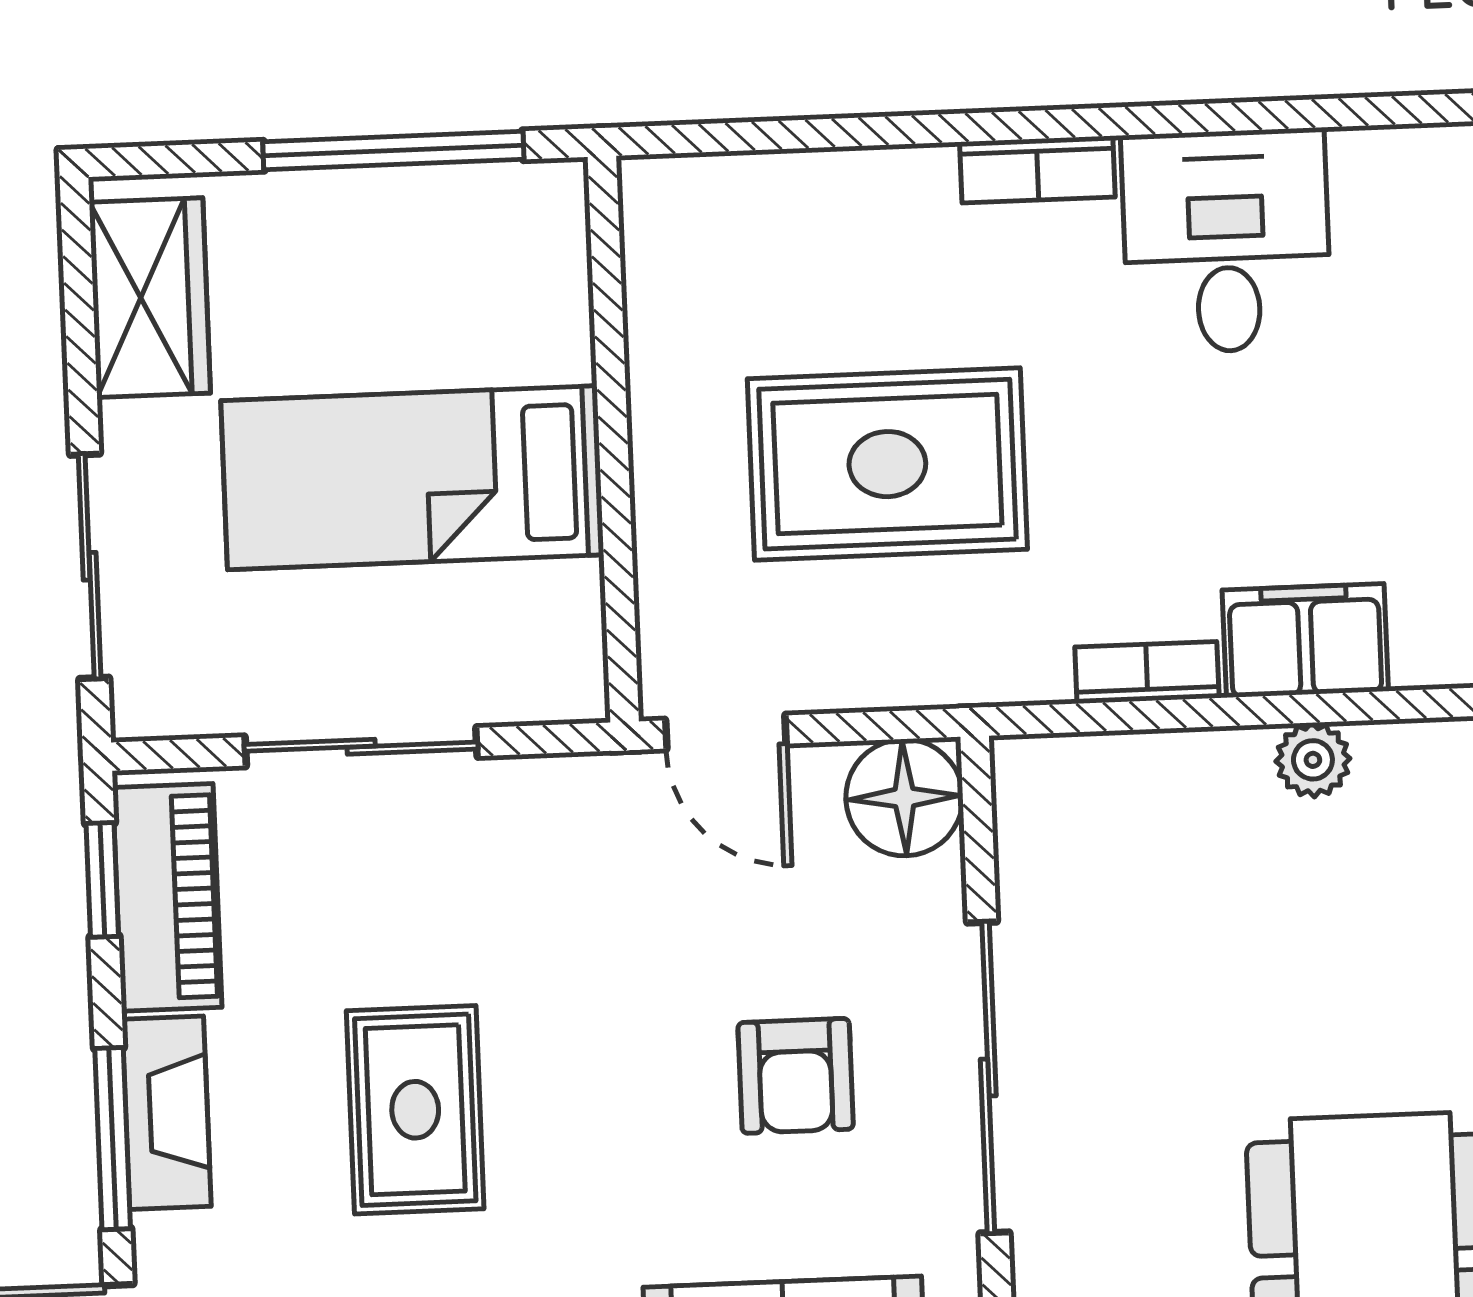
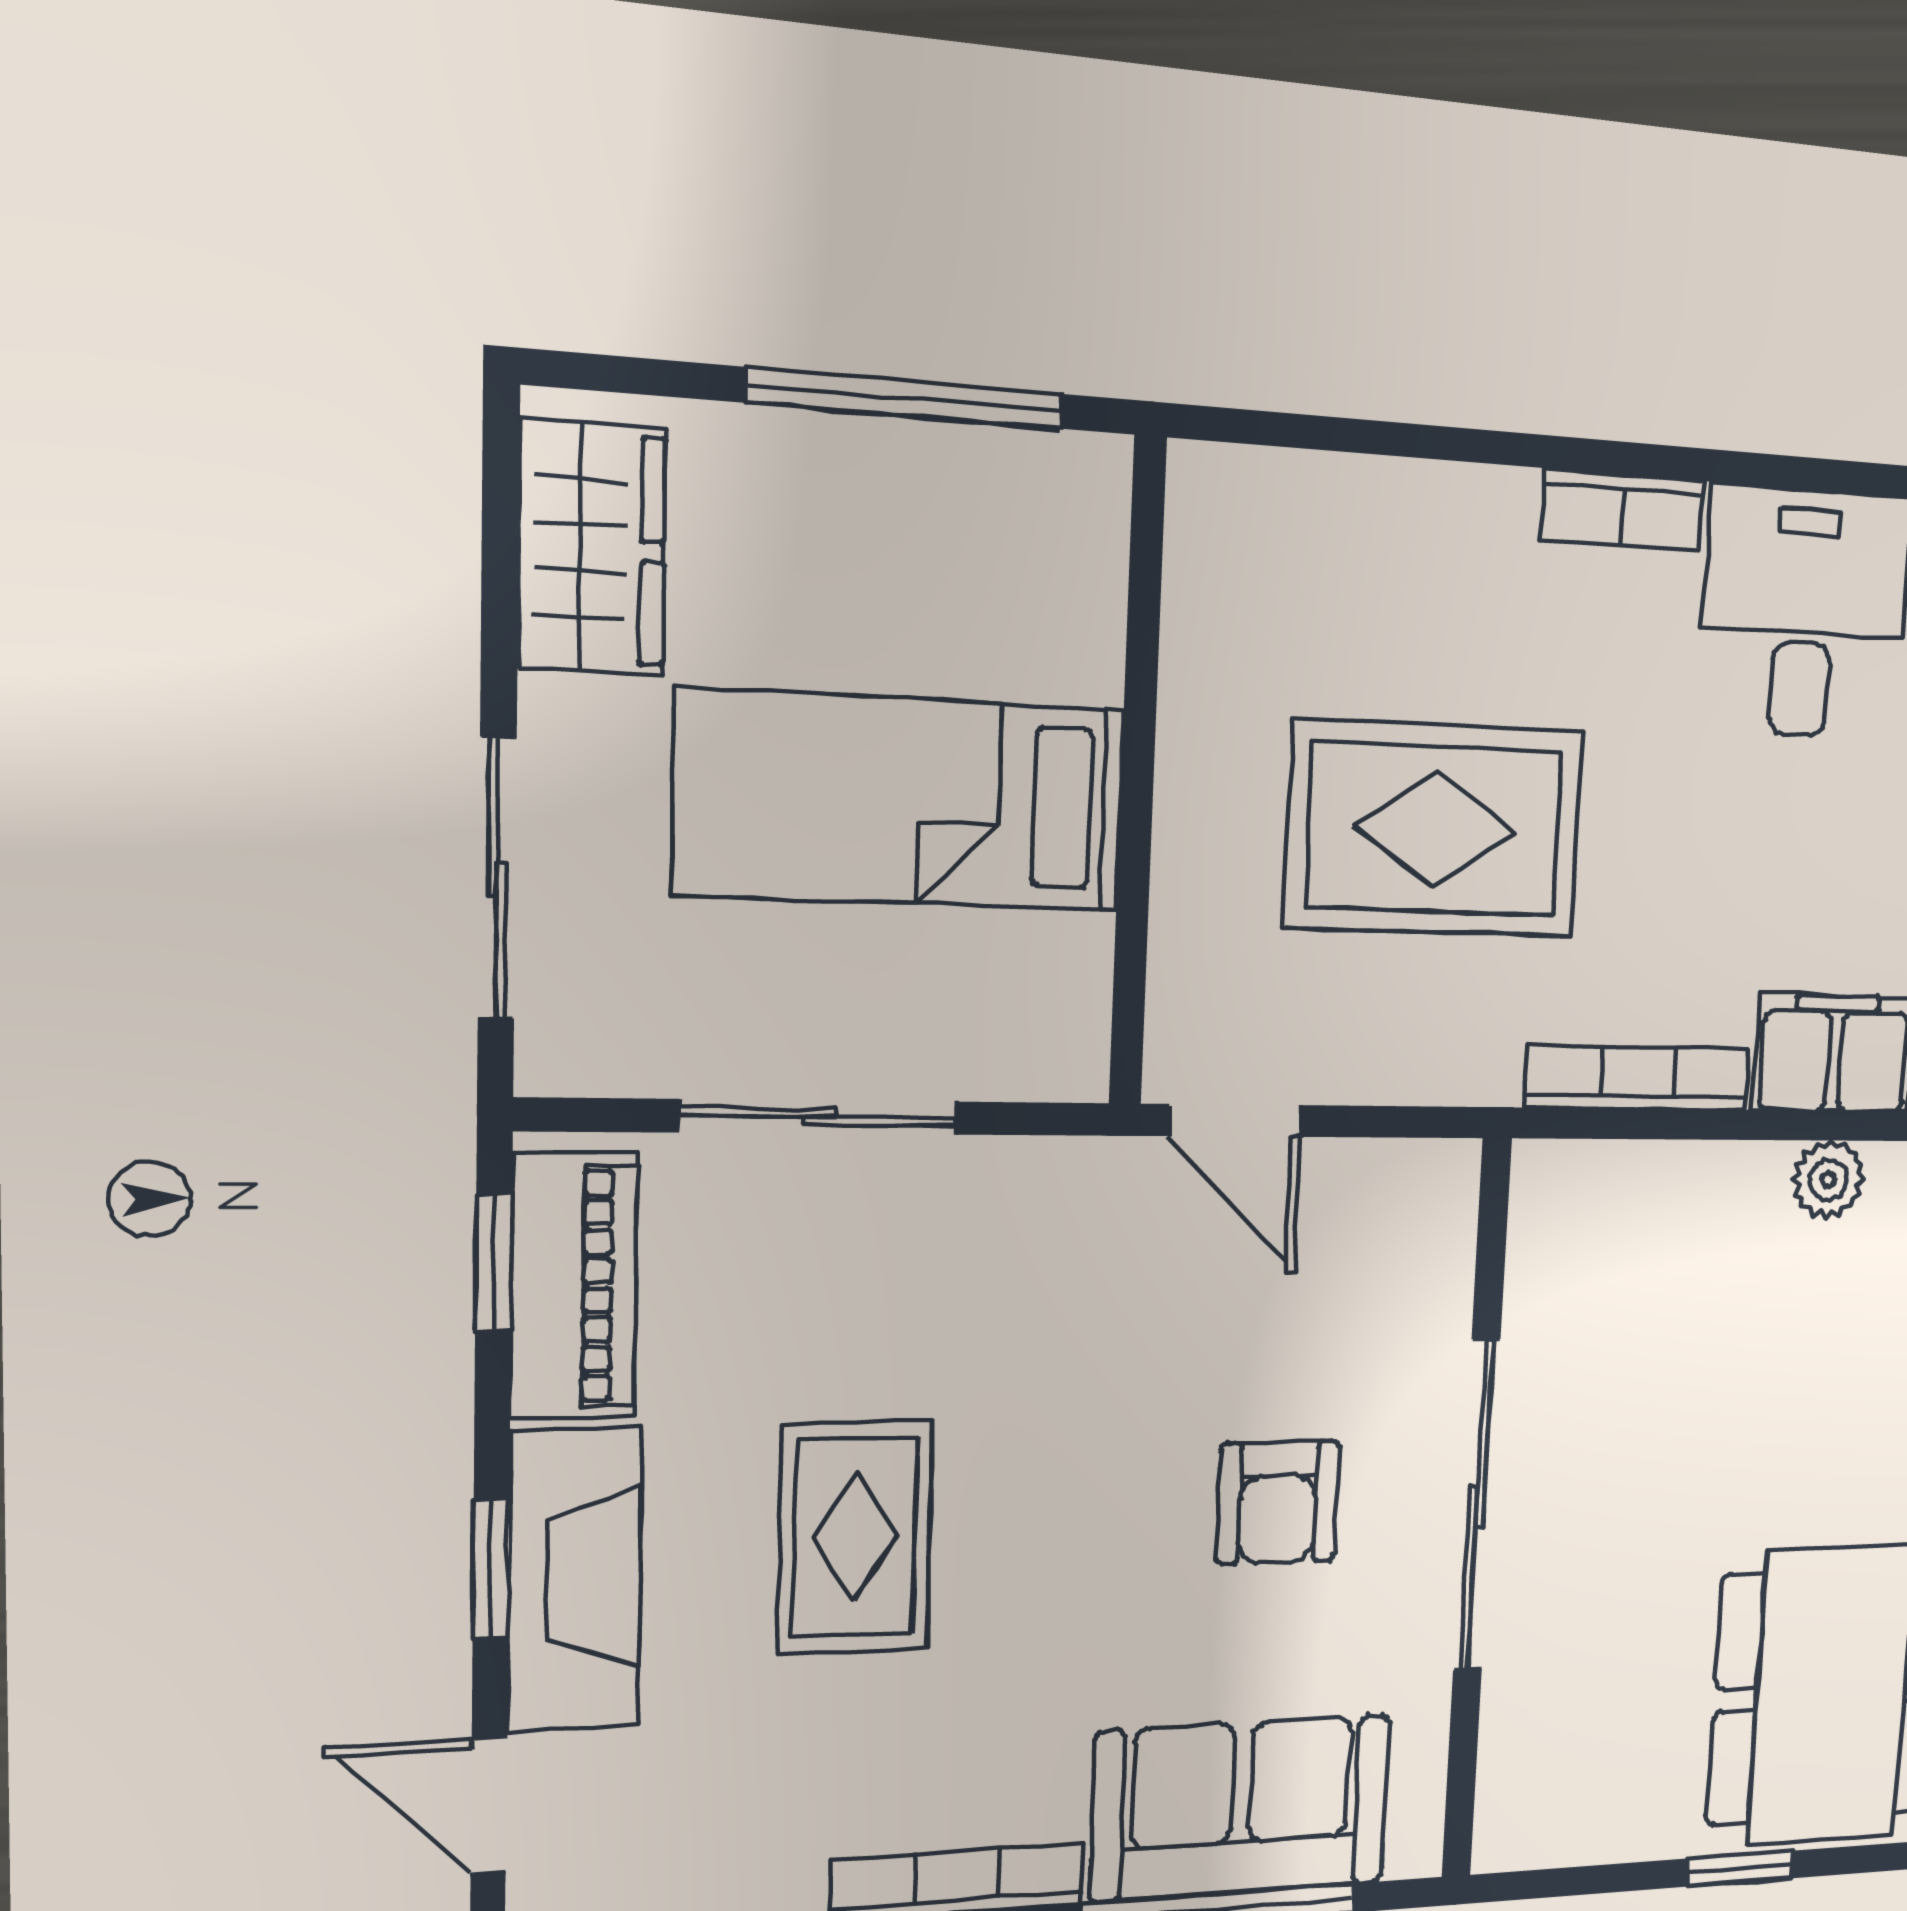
bookcase: (1147, 673) -> (1638, 1078), width x1.56
floor lamp: (904, 798) -> (1419, 1202), removed
fireplace: (167, 1113) -> (574, 1580), width x1.37, depth x1.32
window: (113, 1139) -> (491, 1569), width x0.67

